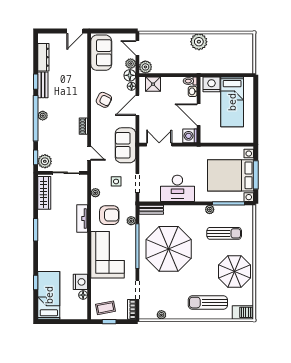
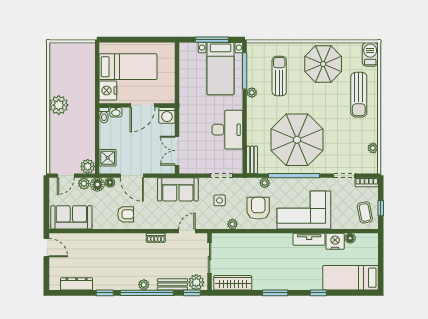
bench: (43, 85) -> (172, 284), moved
armchair: (104, 100) -> (126, 214), turned 64
bed with nightstands: (230, 175) -> (220, 69), width x0.73
tv unit: (82, 218) -> (309, 239), moved
window: (36, 283) -> (318, 293), moved

